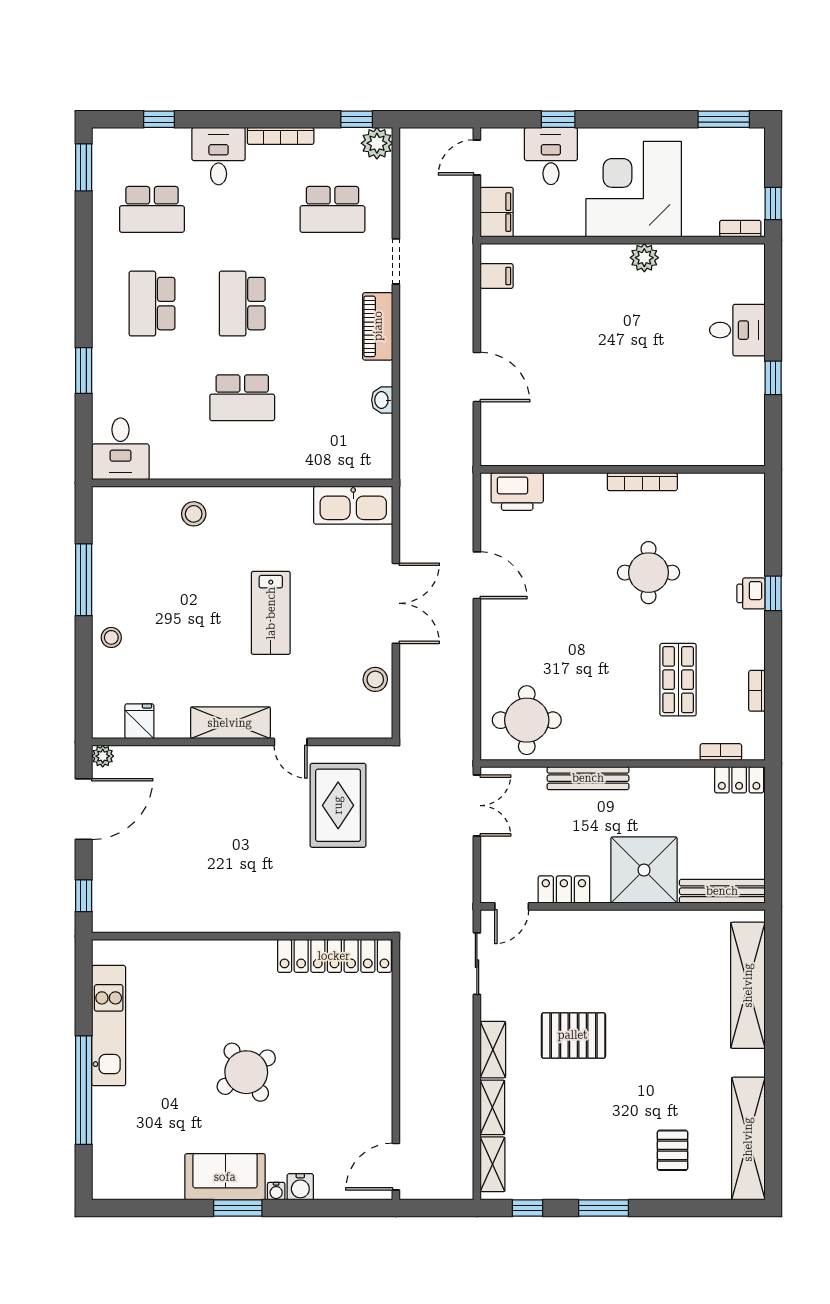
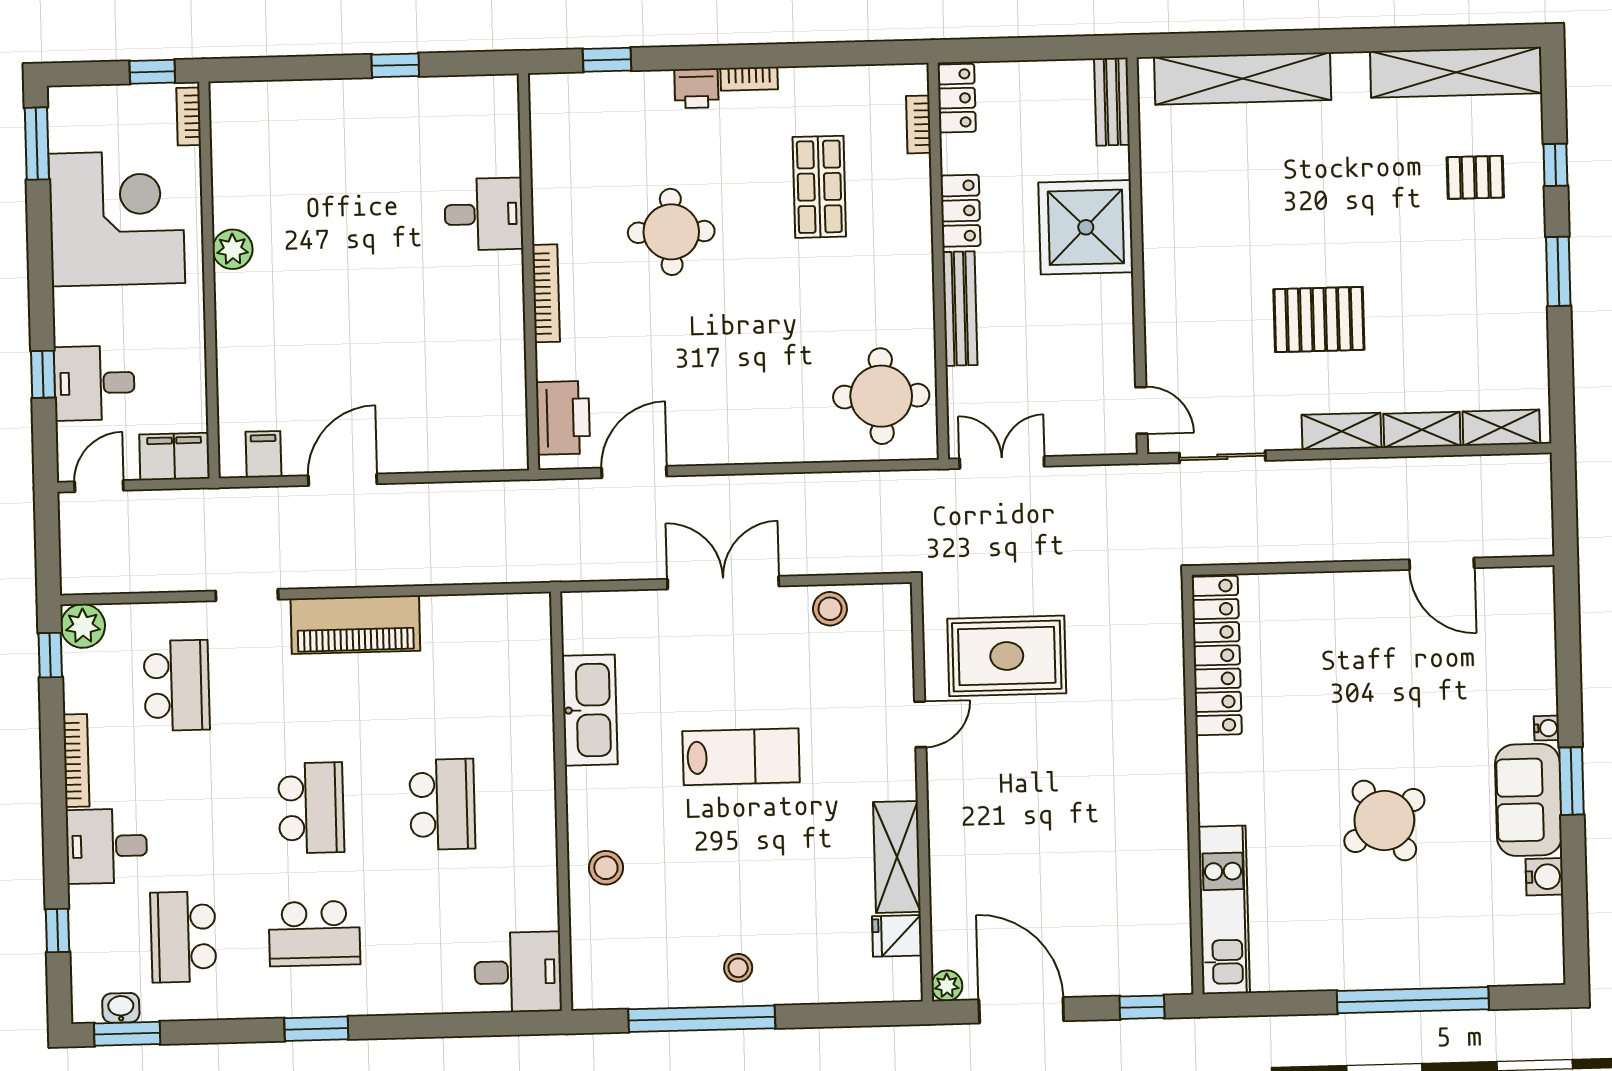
door: (477, 157) -> (99, 486), swing flipped
corner desk: (634, 189) -> (117, 218), moved, turned 180
school desk: (152, 209) -> (183, 937), turned 180
school desk: (242, 304) -> (311, 808), turned -90
piano: (378, 326) -> (355, 625), width x1.37, depth x1.33
desk: (737, 330) -> (484, 214), moved, turned 90
window: (84, 371) -> (316, 1029), moved
door: (477, 377) -> (343, 480), moved
washbasin: (382, 400) -> (121, 1008), moved, turned 180
bookcase: (642, 482) -> (546, 293), moved
kitchen sink: (353, 505) -> (590, 710), moved
door: (477, 575) -> (634, 472), moved
window: (84, 580) -> (702, 1019), width x1.46
window: (773, 593) -> (607, 60), moved
stool: (111, 637) -> (738, 968), moved
shop shelf: (678, 680) -> (819, 187), turned 90
bookcase: (757, 691) -> (749, 79), moved
shelving: (230, 723) -> (897, 857), moved
locker: (564, 890) -> (960, 211), moved, turned 180
bench: (722, 891) -> (1112, 102), width x0.73
kitchen unit: (109, 1026) -> (1224, 910), moved, turned 90
pallet: (573, 1035) -> (1319, 319), turned 90
round table: (246, 1072) -> (1384, 821), moved
door: (396, 1167) -> (1442, 564), moved
water cooler: (300, 1187) -> (1544, 877), moved
window: (527, 1208) -> (1555, 165), moved

